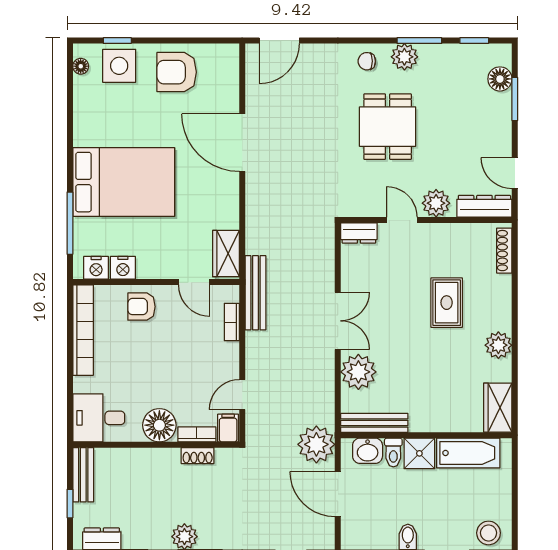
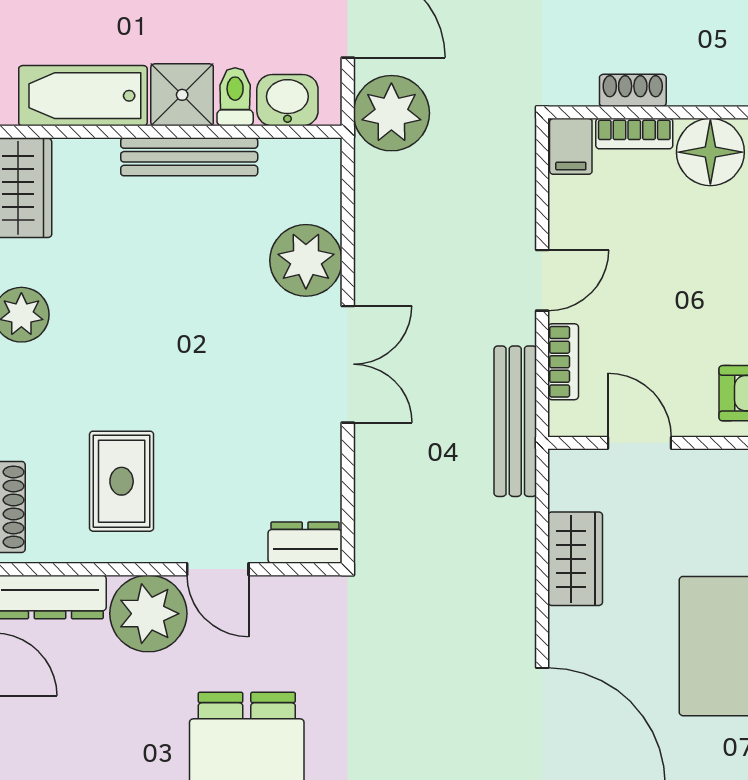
plant: (436, 203) -> (148, 614), width x1.36, depth x1.36
wardrobe: (226, 254) -> (575, 559), moved
rug: (447, 303) -> (122, 481), moved
double door: (338, 321) -> (348, 364), swing flipped
door: (242, 395) -> (542, 280), moved
bench: (374, 423) -> (189, 157), moved

